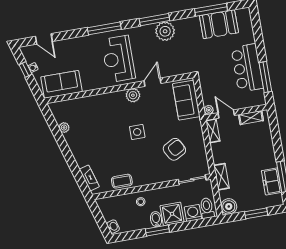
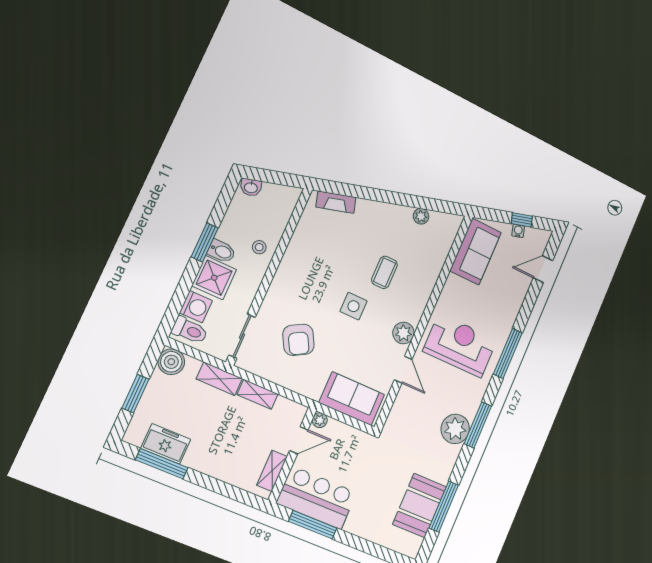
bar counter: (247, 68) -> (317, 498), moved
shelving: (213, 131) -> (258, 394), moved
coffee table: (122, 181) -> (384, 272), moved

